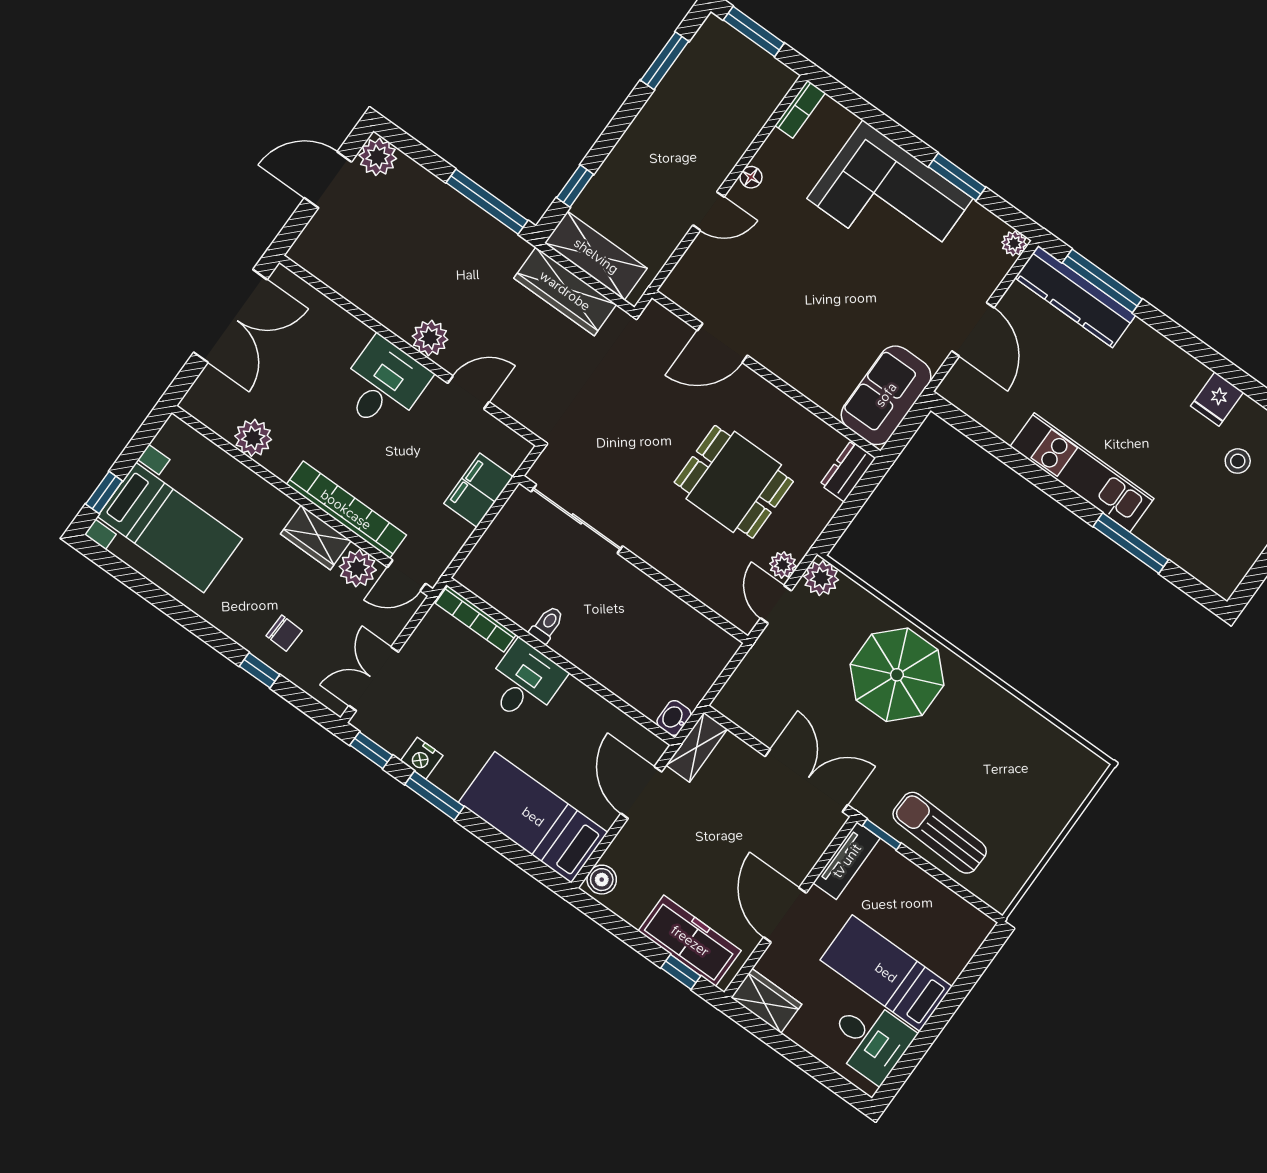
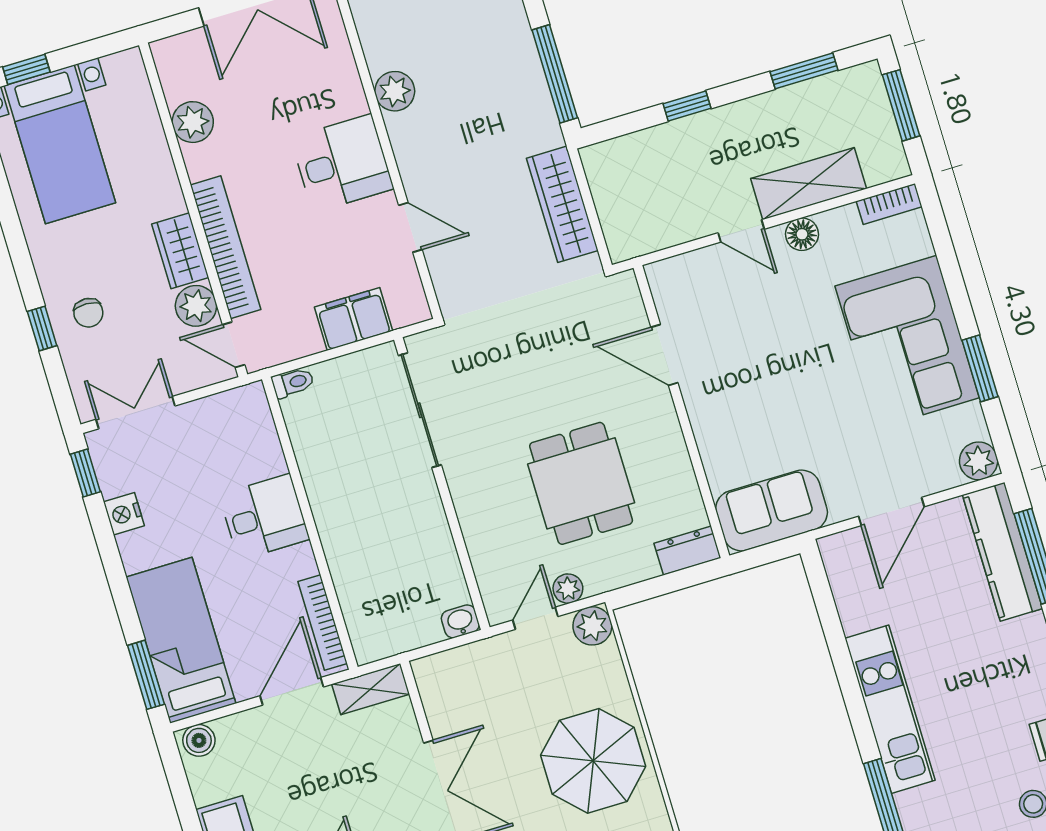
floor lamp: (751, 177) -> (802, 234), width x1.37, depth x1.37
window: (575, 186) -> (687, 106), moved
plant: (1014, 243) -> (979, 461), width x1.38, depth x1.38
shelving: (596, 256) -> (809, 184), moved, turned 90
plant: (430, 338) -> (395, 91), moved
bookcase: (476, 619) -> (323, 622), moved
toilet: (547, 625) -> (293, 383), moved
washbasin: (674, 718) -> (460, 621), moved
window: (434, 796) -> (146, 675), moved

